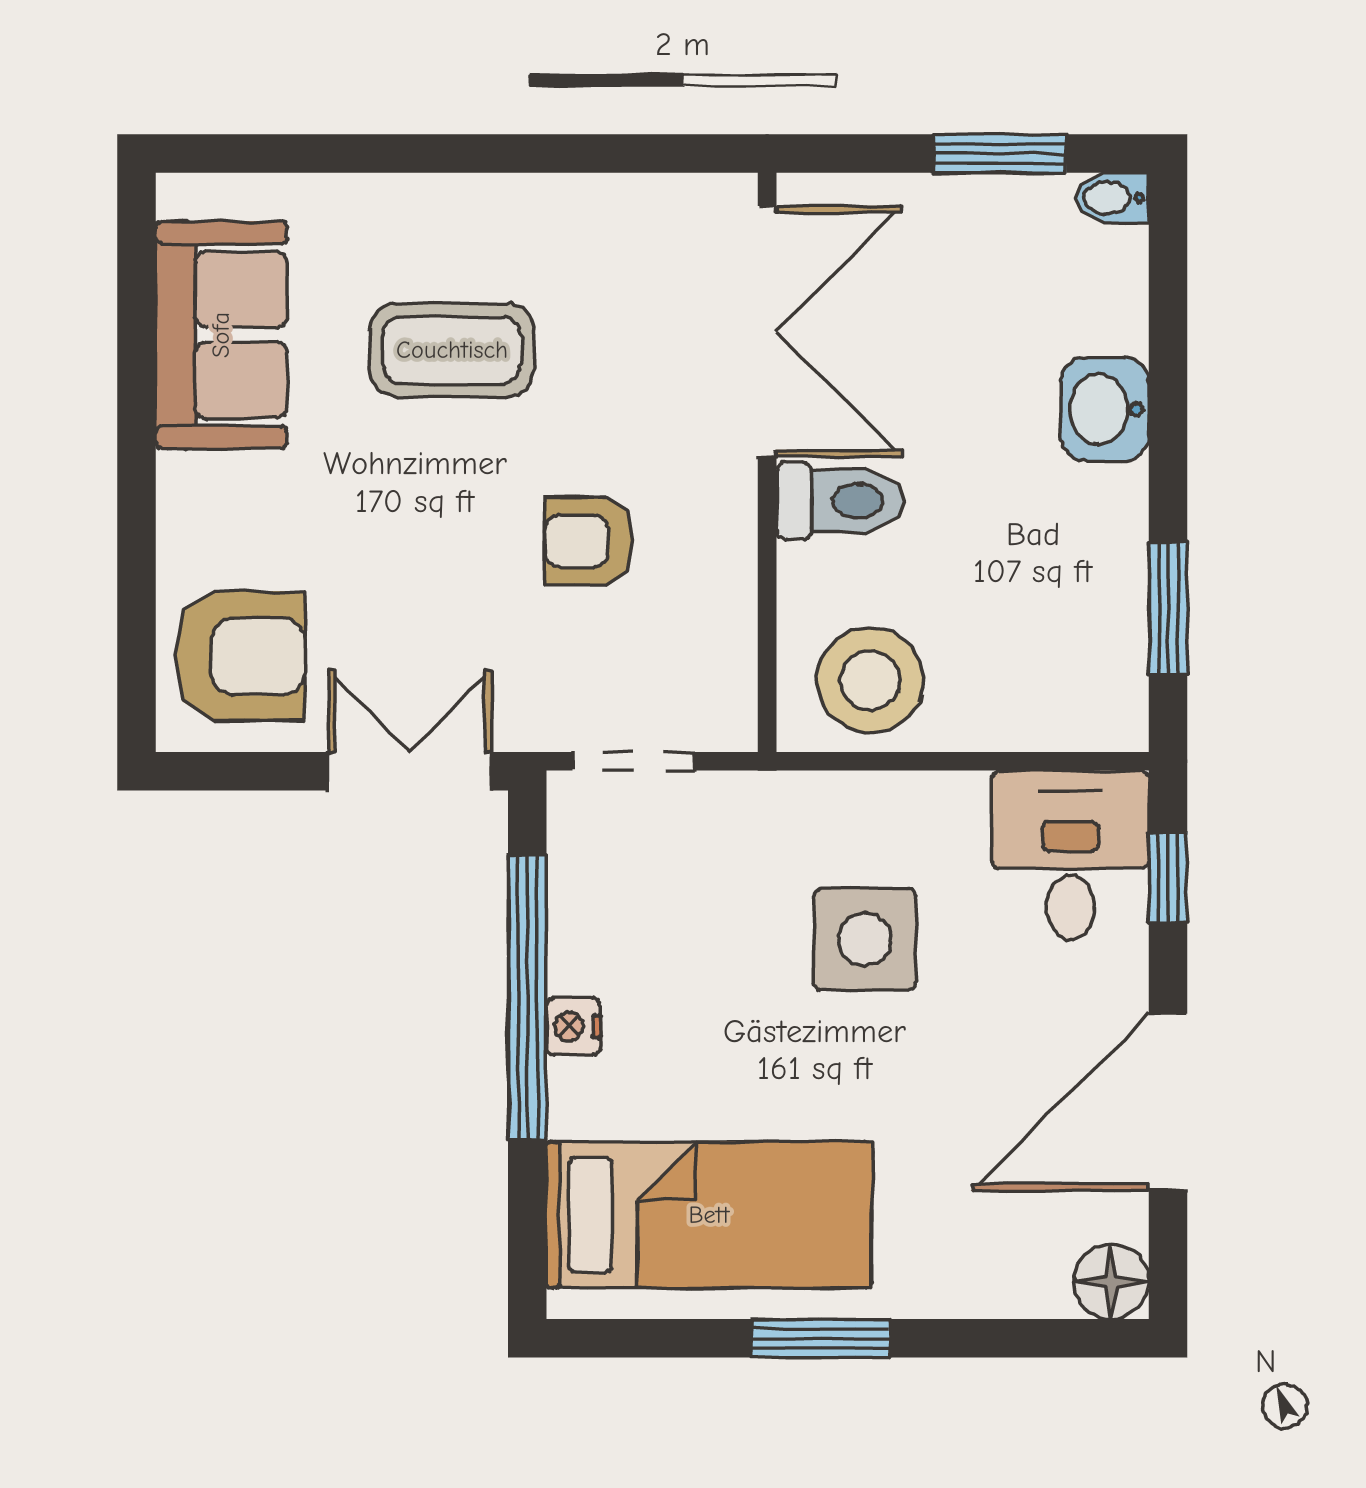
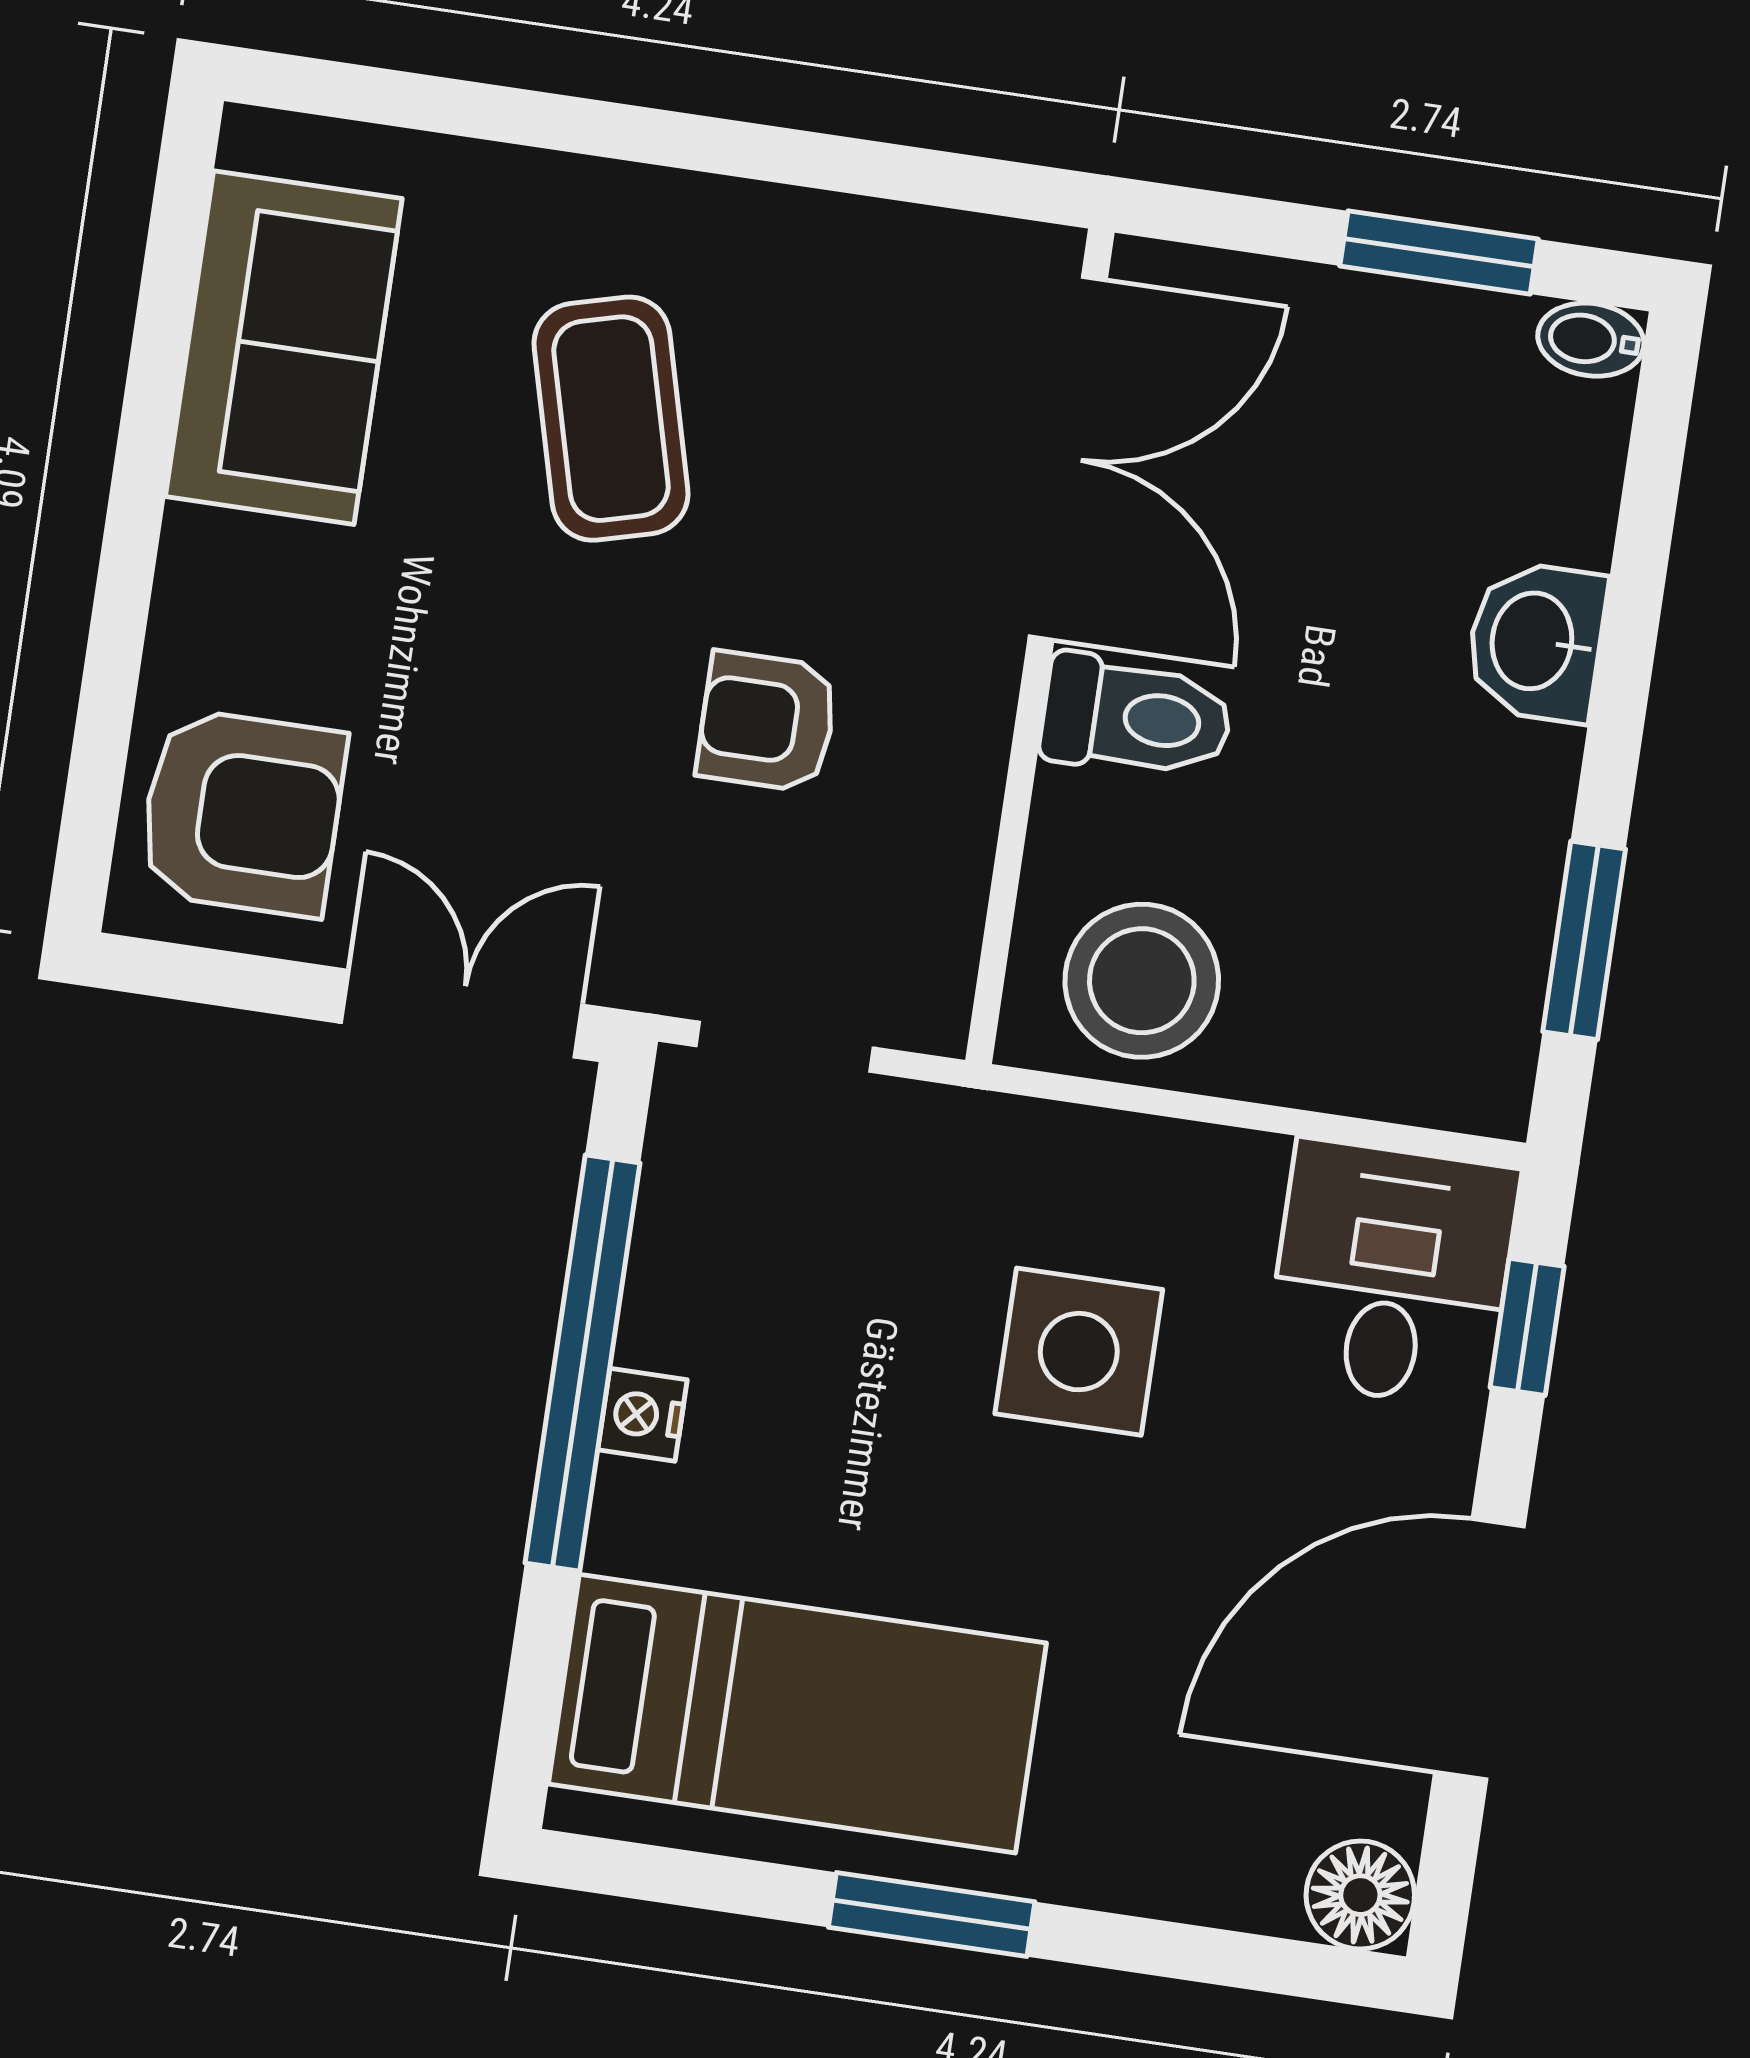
coffee table: (452, 350) -> (611, 419), turned 75

